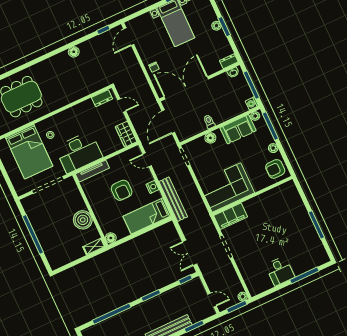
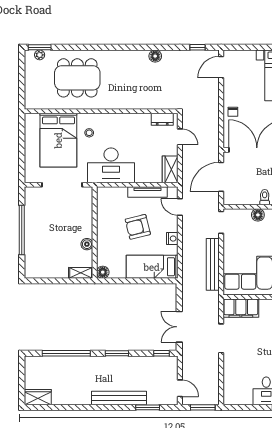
tv unit: (92, 171) -> (148, 192), moved
armchair: (122, 190) -> (138, 227), turned 76
bench: (173, 199) -> (213, 264), moved
boiler: (83, 220) -> (87, 244), width x0.54, depth x0.54
plant: (243, 297) -> (214, 400), removed

